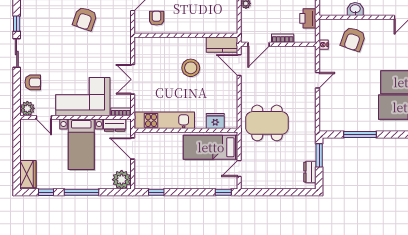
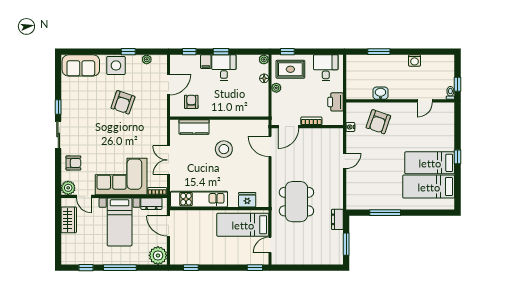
kitchen counter: (222, 45) -> (194, 127), moved
dining table: (267, 123) -> (296, 202), turned 90
window: (319, 155) -> (346, 244), moved
dresser: (310, 172) -> (337, 219), moved
wardrobe: (28, 174) -> (69, 220), moved

